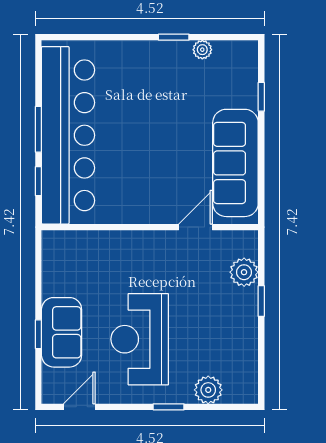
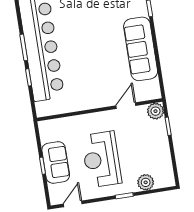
wall: (150, 227) -> (100, 110), moved
door: (196, 227) -> (126, 106), moved

